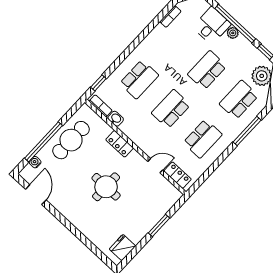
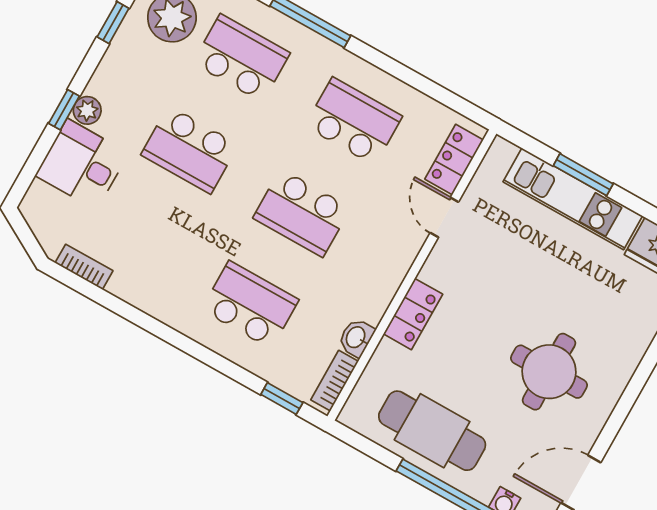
window: (235, 24) -> (64, 110), width x0.32
school desk: (239, 100) -> (241, 58), turned 180
round table: (106, 187) -> (549, 372), moved
kitchen unit: (150, 219) -> (573, 199), added

